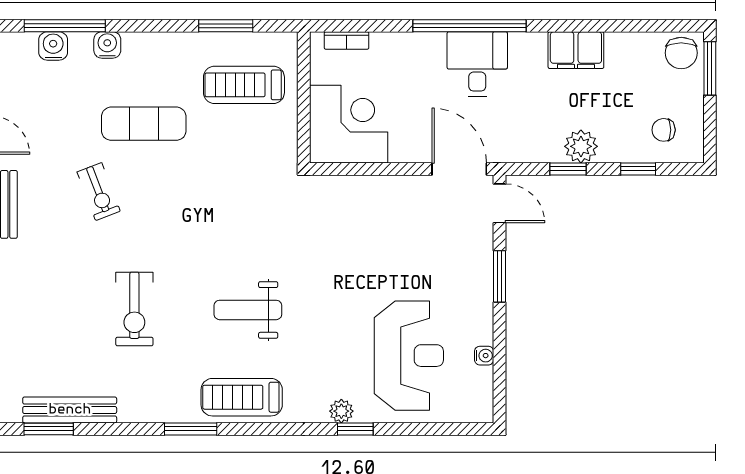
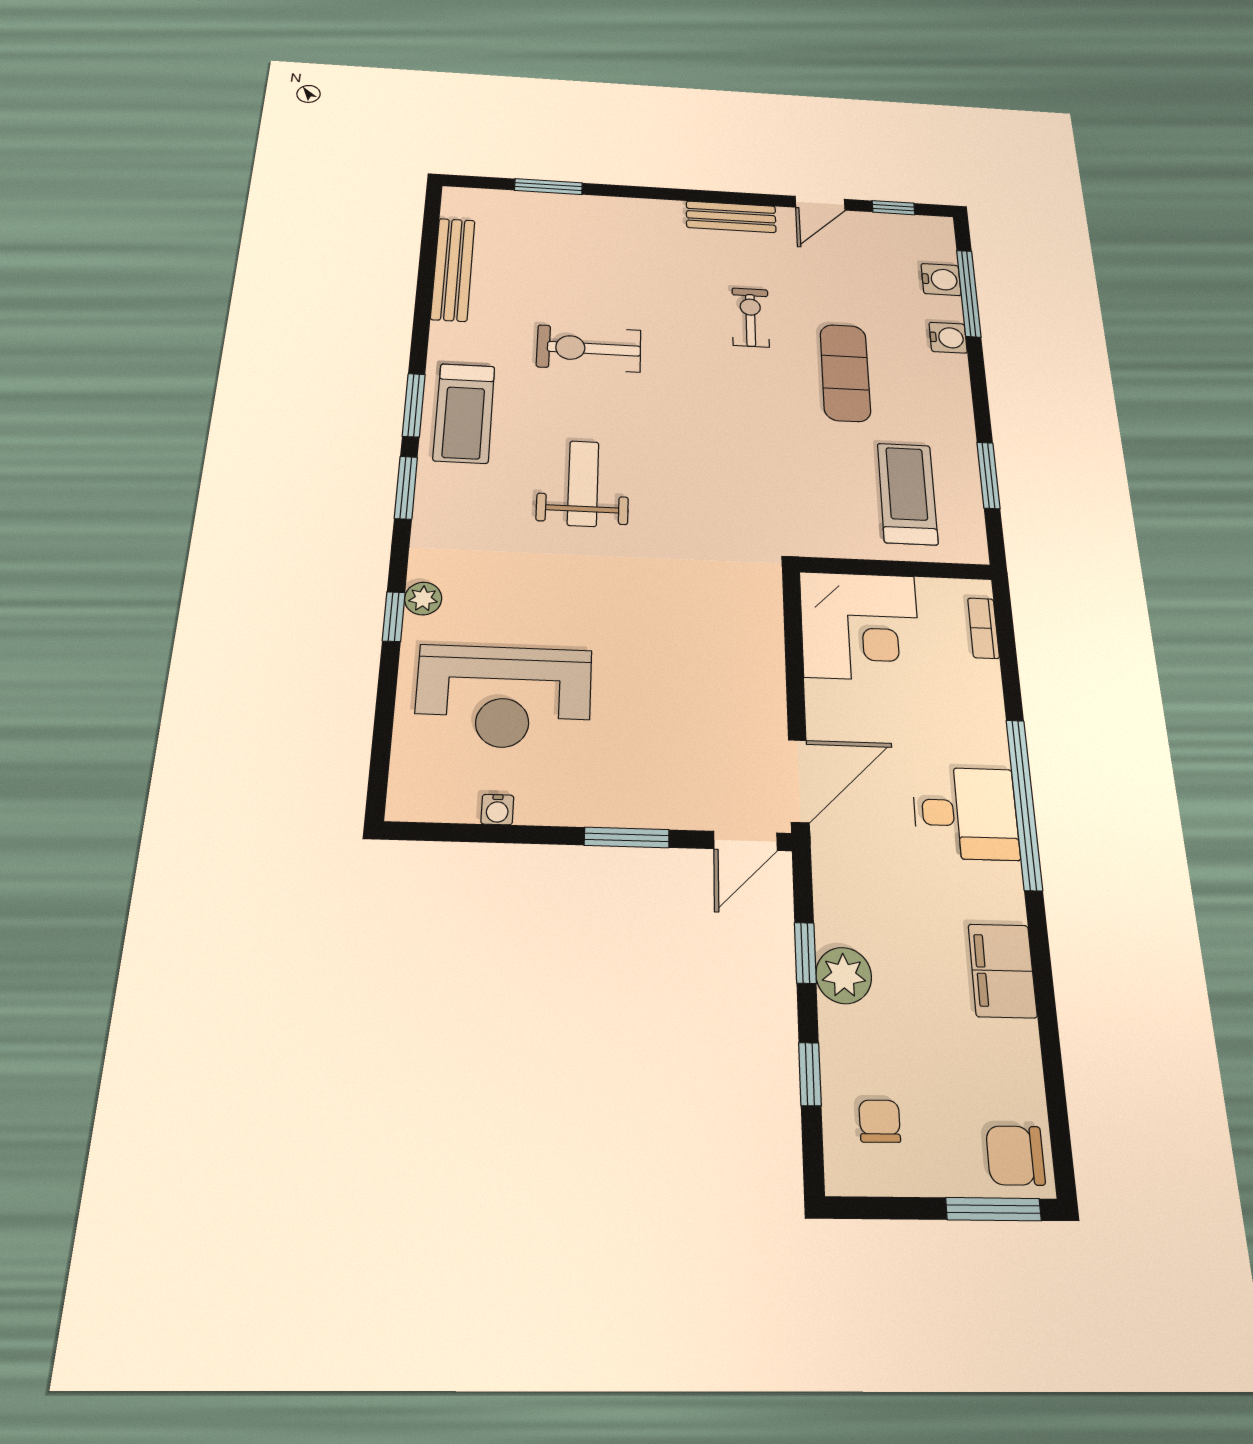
exercise bike: (99, 192) -> (750, 317), turned 111
treadmill: (242, 397) -> (464, 413), moved, turned 180
window: (49, 429) -> (406, 488), moved

